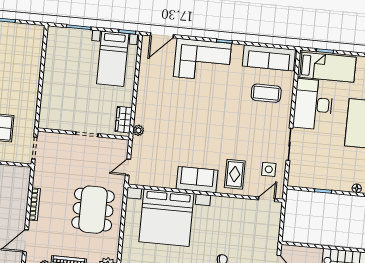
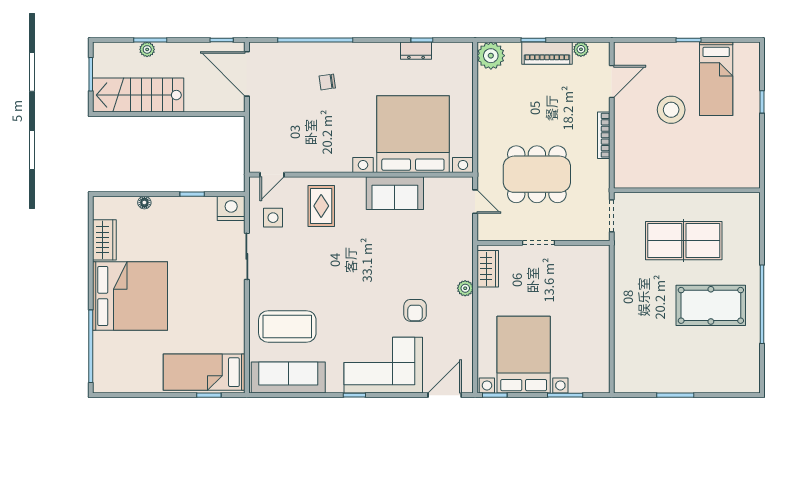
bed with nightstands: (113, 59) -> (524, 355), width x1.36
coffee table: (266, 93) -> (287, 326), width x1.36, depth x1.32
armchair: (177, 96) -> (415, 310), added
desk: (313, 104) -> (218, 317), removed
plant: (138, 130) -> (465, 288), moved
door: (128, 167) -> (475, 202), hinge flipped
nightstand: (297, 179) -> (231, 208), added
sofa: (197, 180) -> (395, 193), moved
dining table: (93, 210) -> (537, 174), moved, turned 90

